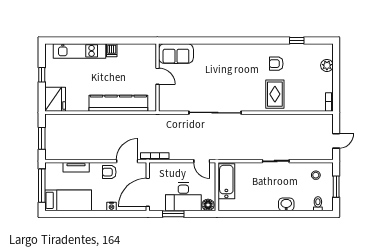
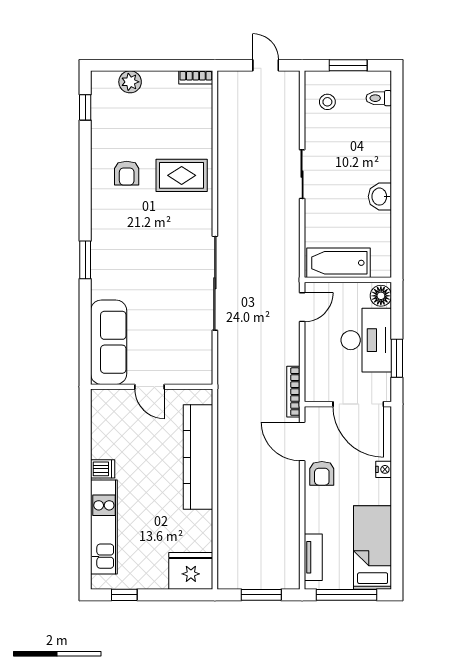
window: (228, 41) -> (85, 260), added
window: (297, 41) -> (85, 107), moved
sofa: (176, 54) -> (109, 342), width x1.36
window: (42, 75) -> (124, 595), moved
door: (157, 76) -> (149, 387), swing flipped
tv unit: (76, 167) -> (313, 557), moved
washbasin: (286, 204) -> (380, 197), moved

